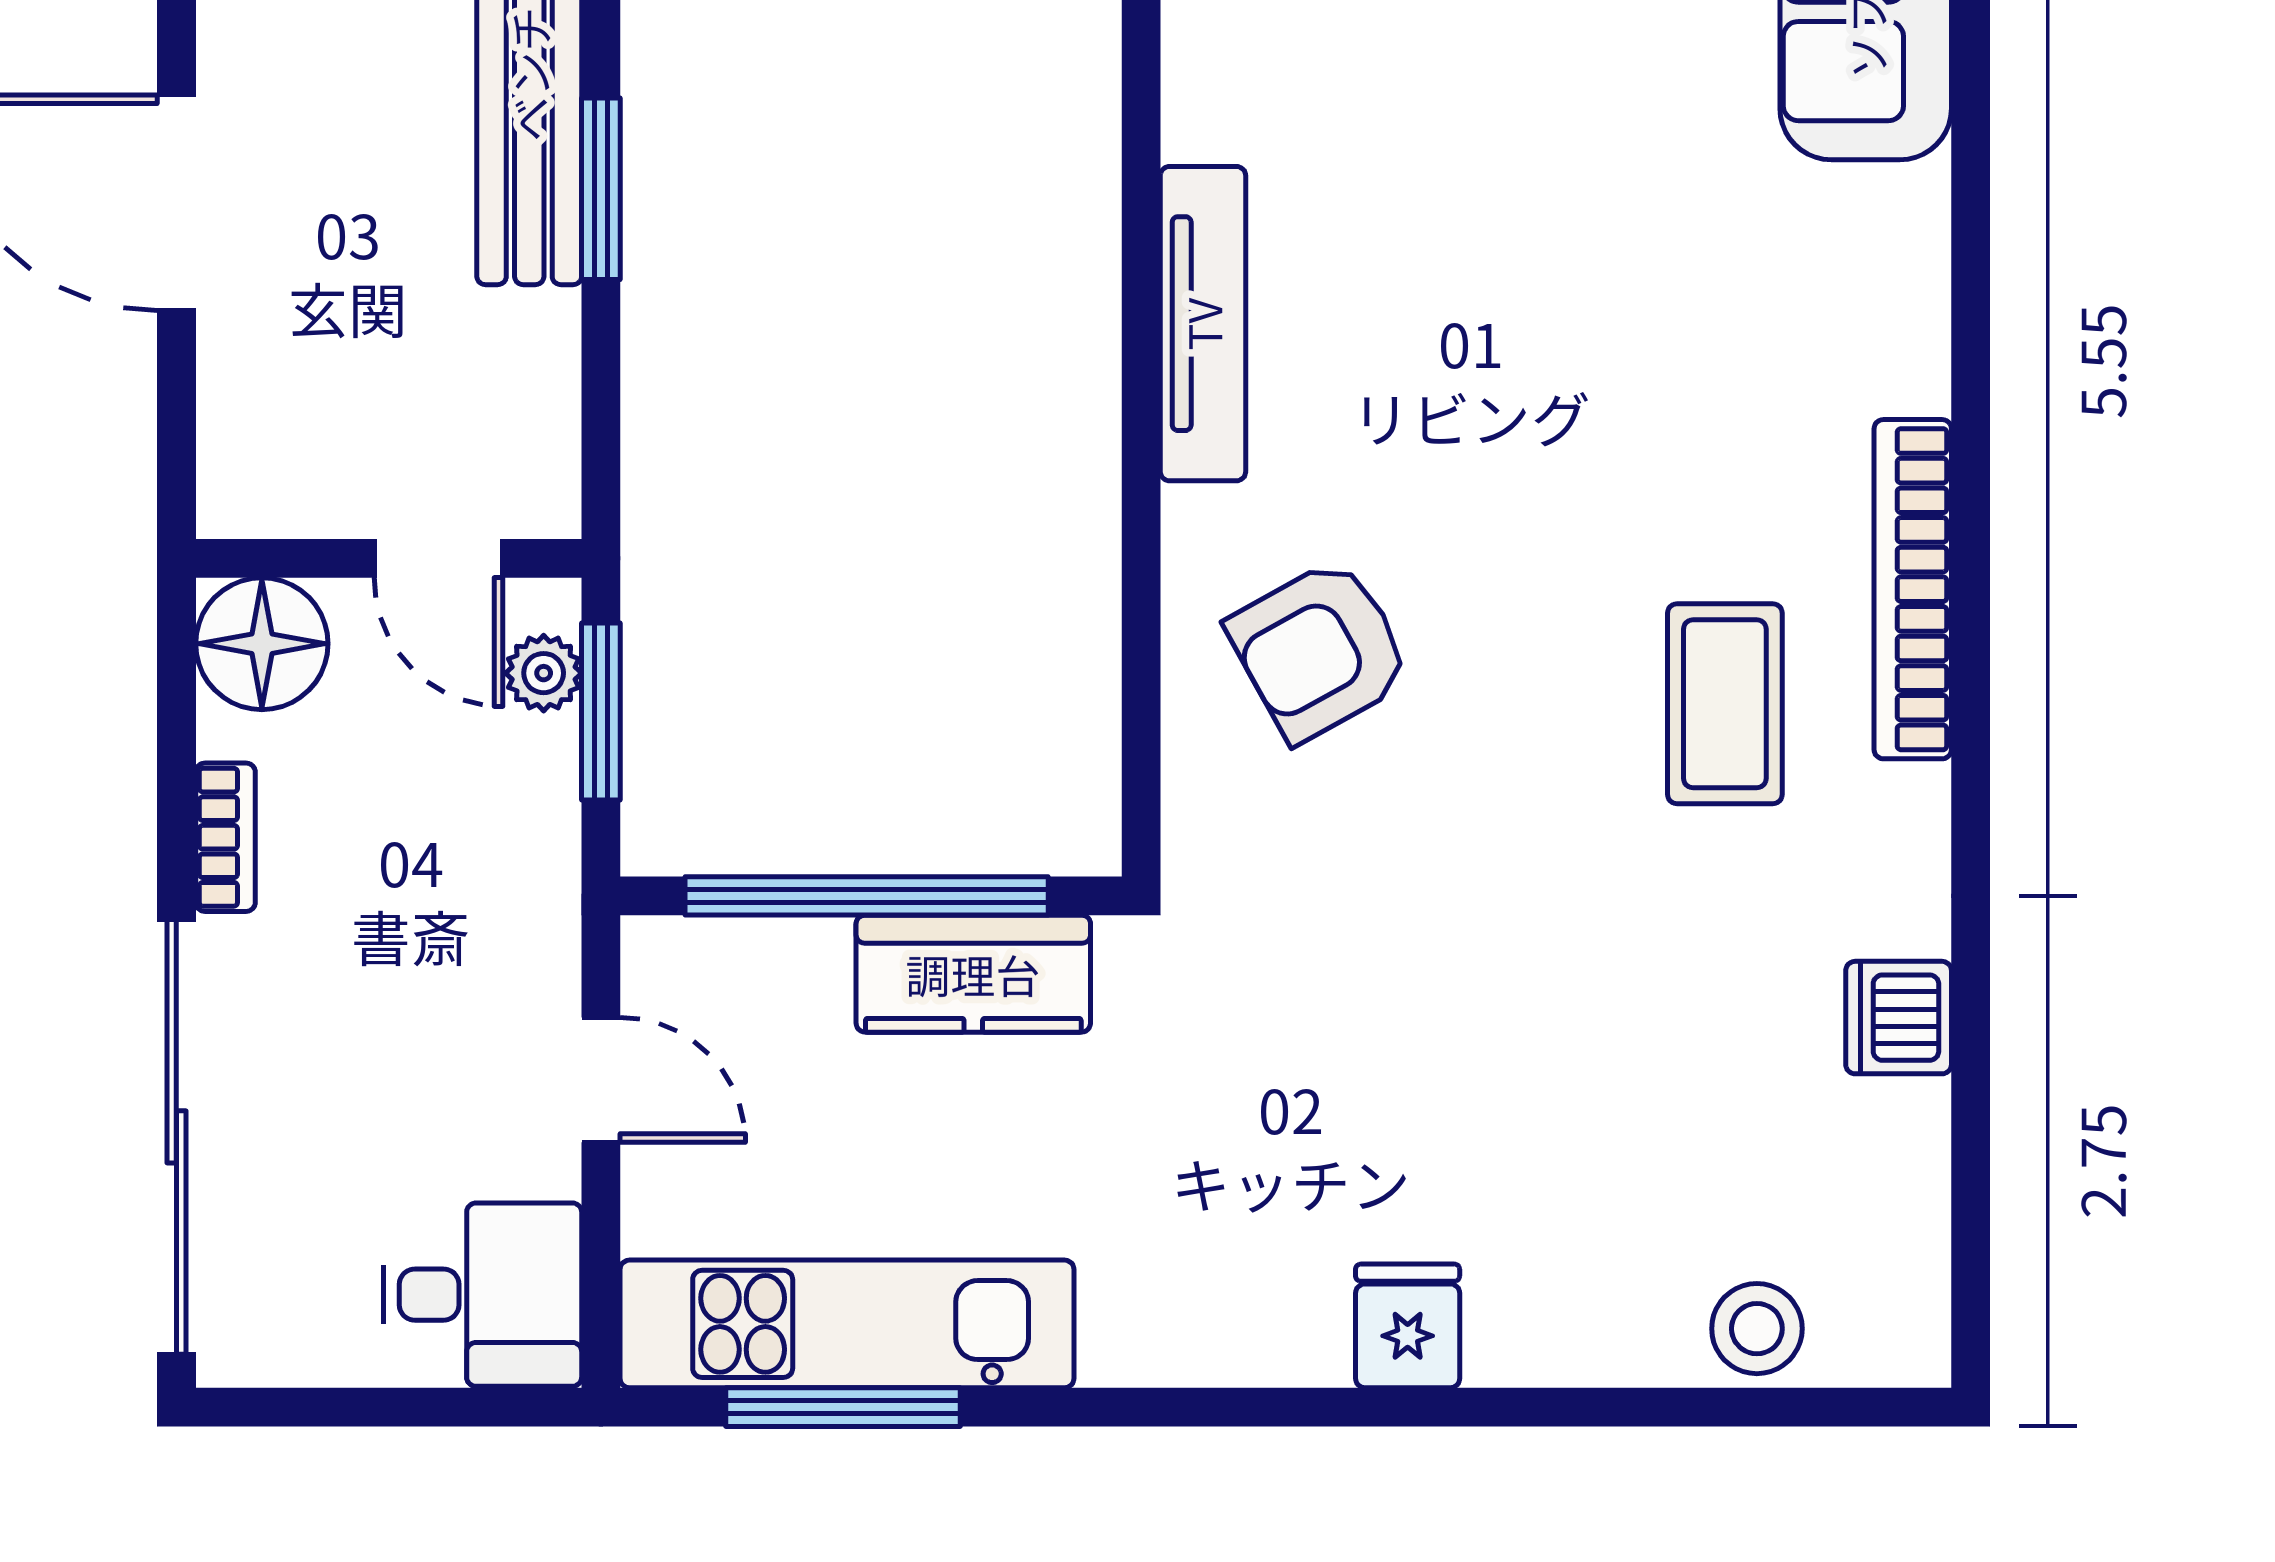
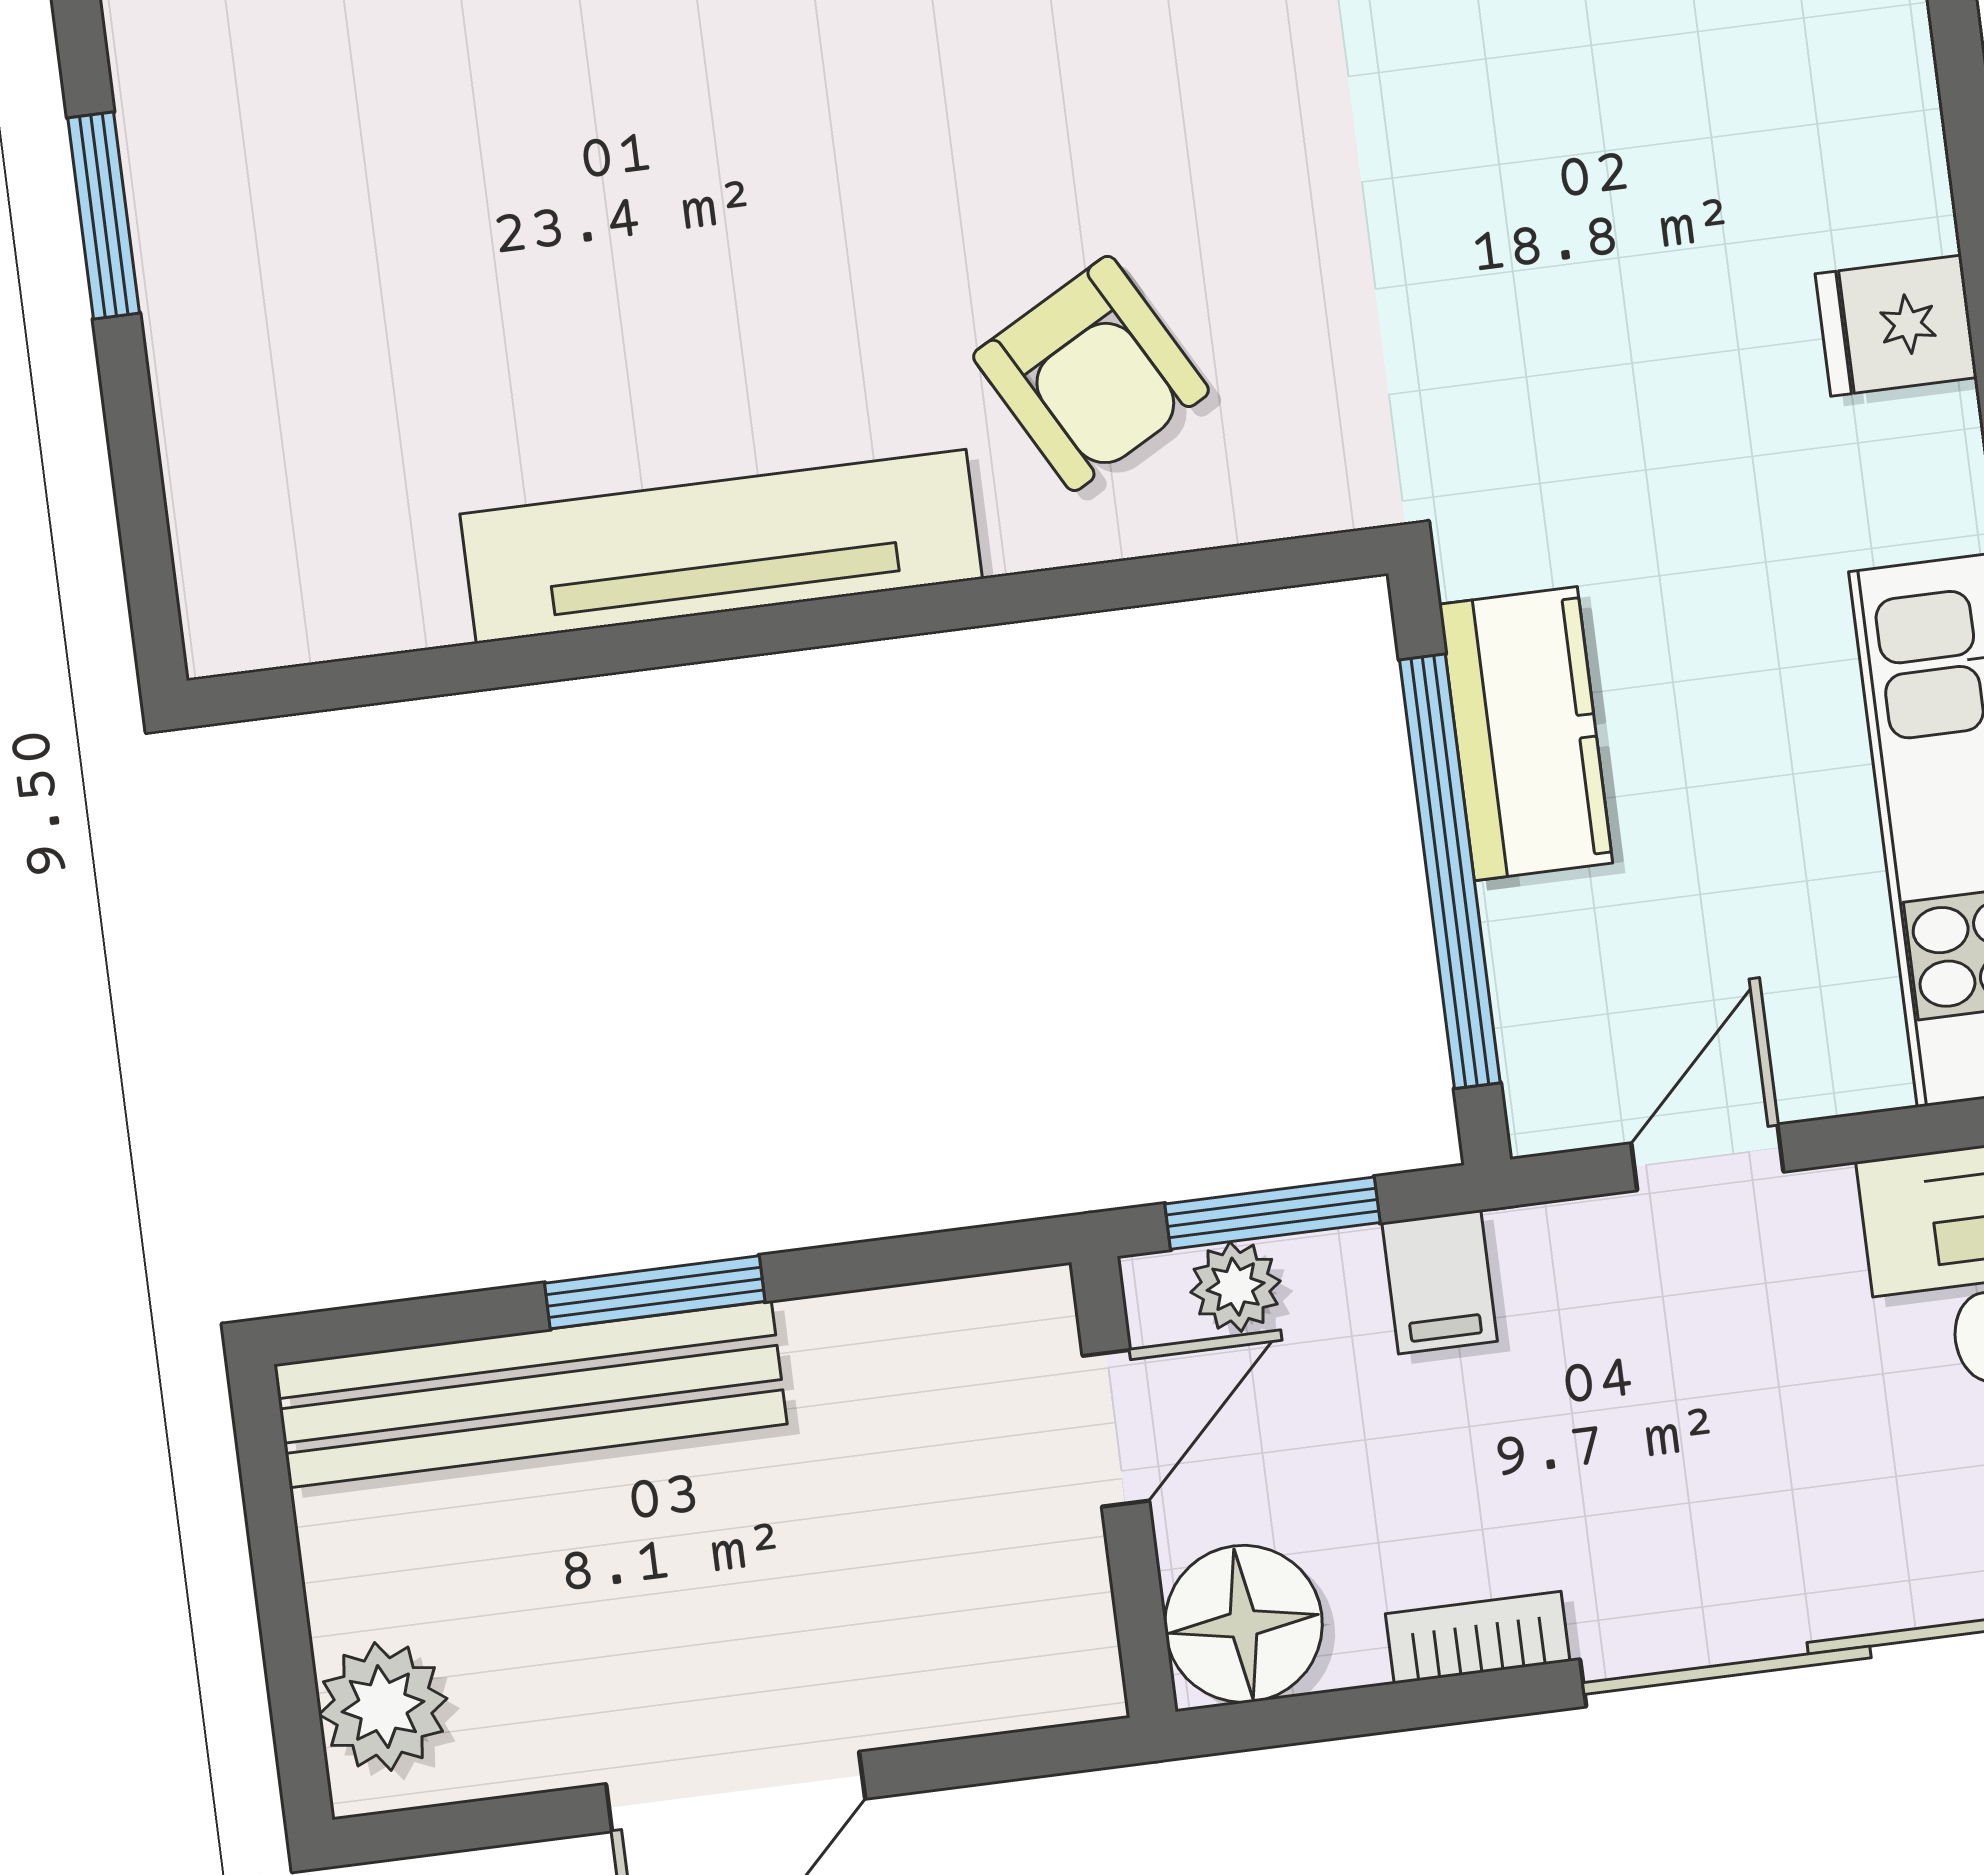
tv unit: (1203, 324) -> (721, 546), width x1.36, depth x1.29
filing cabinet: (526, 844) -> (1440, 1282), added
fridge: (1408, 1326) -> (1896, 326), moved

